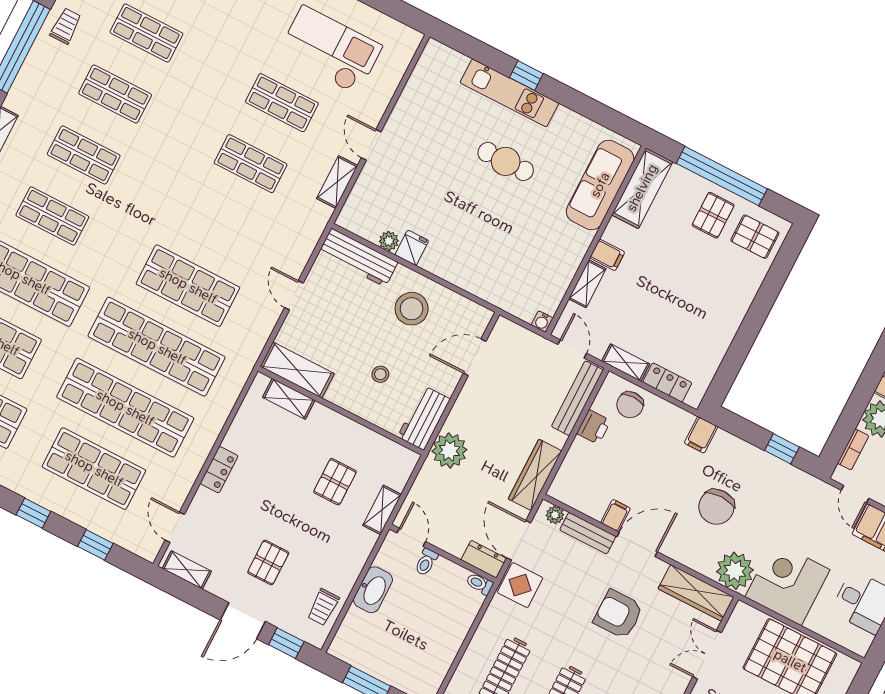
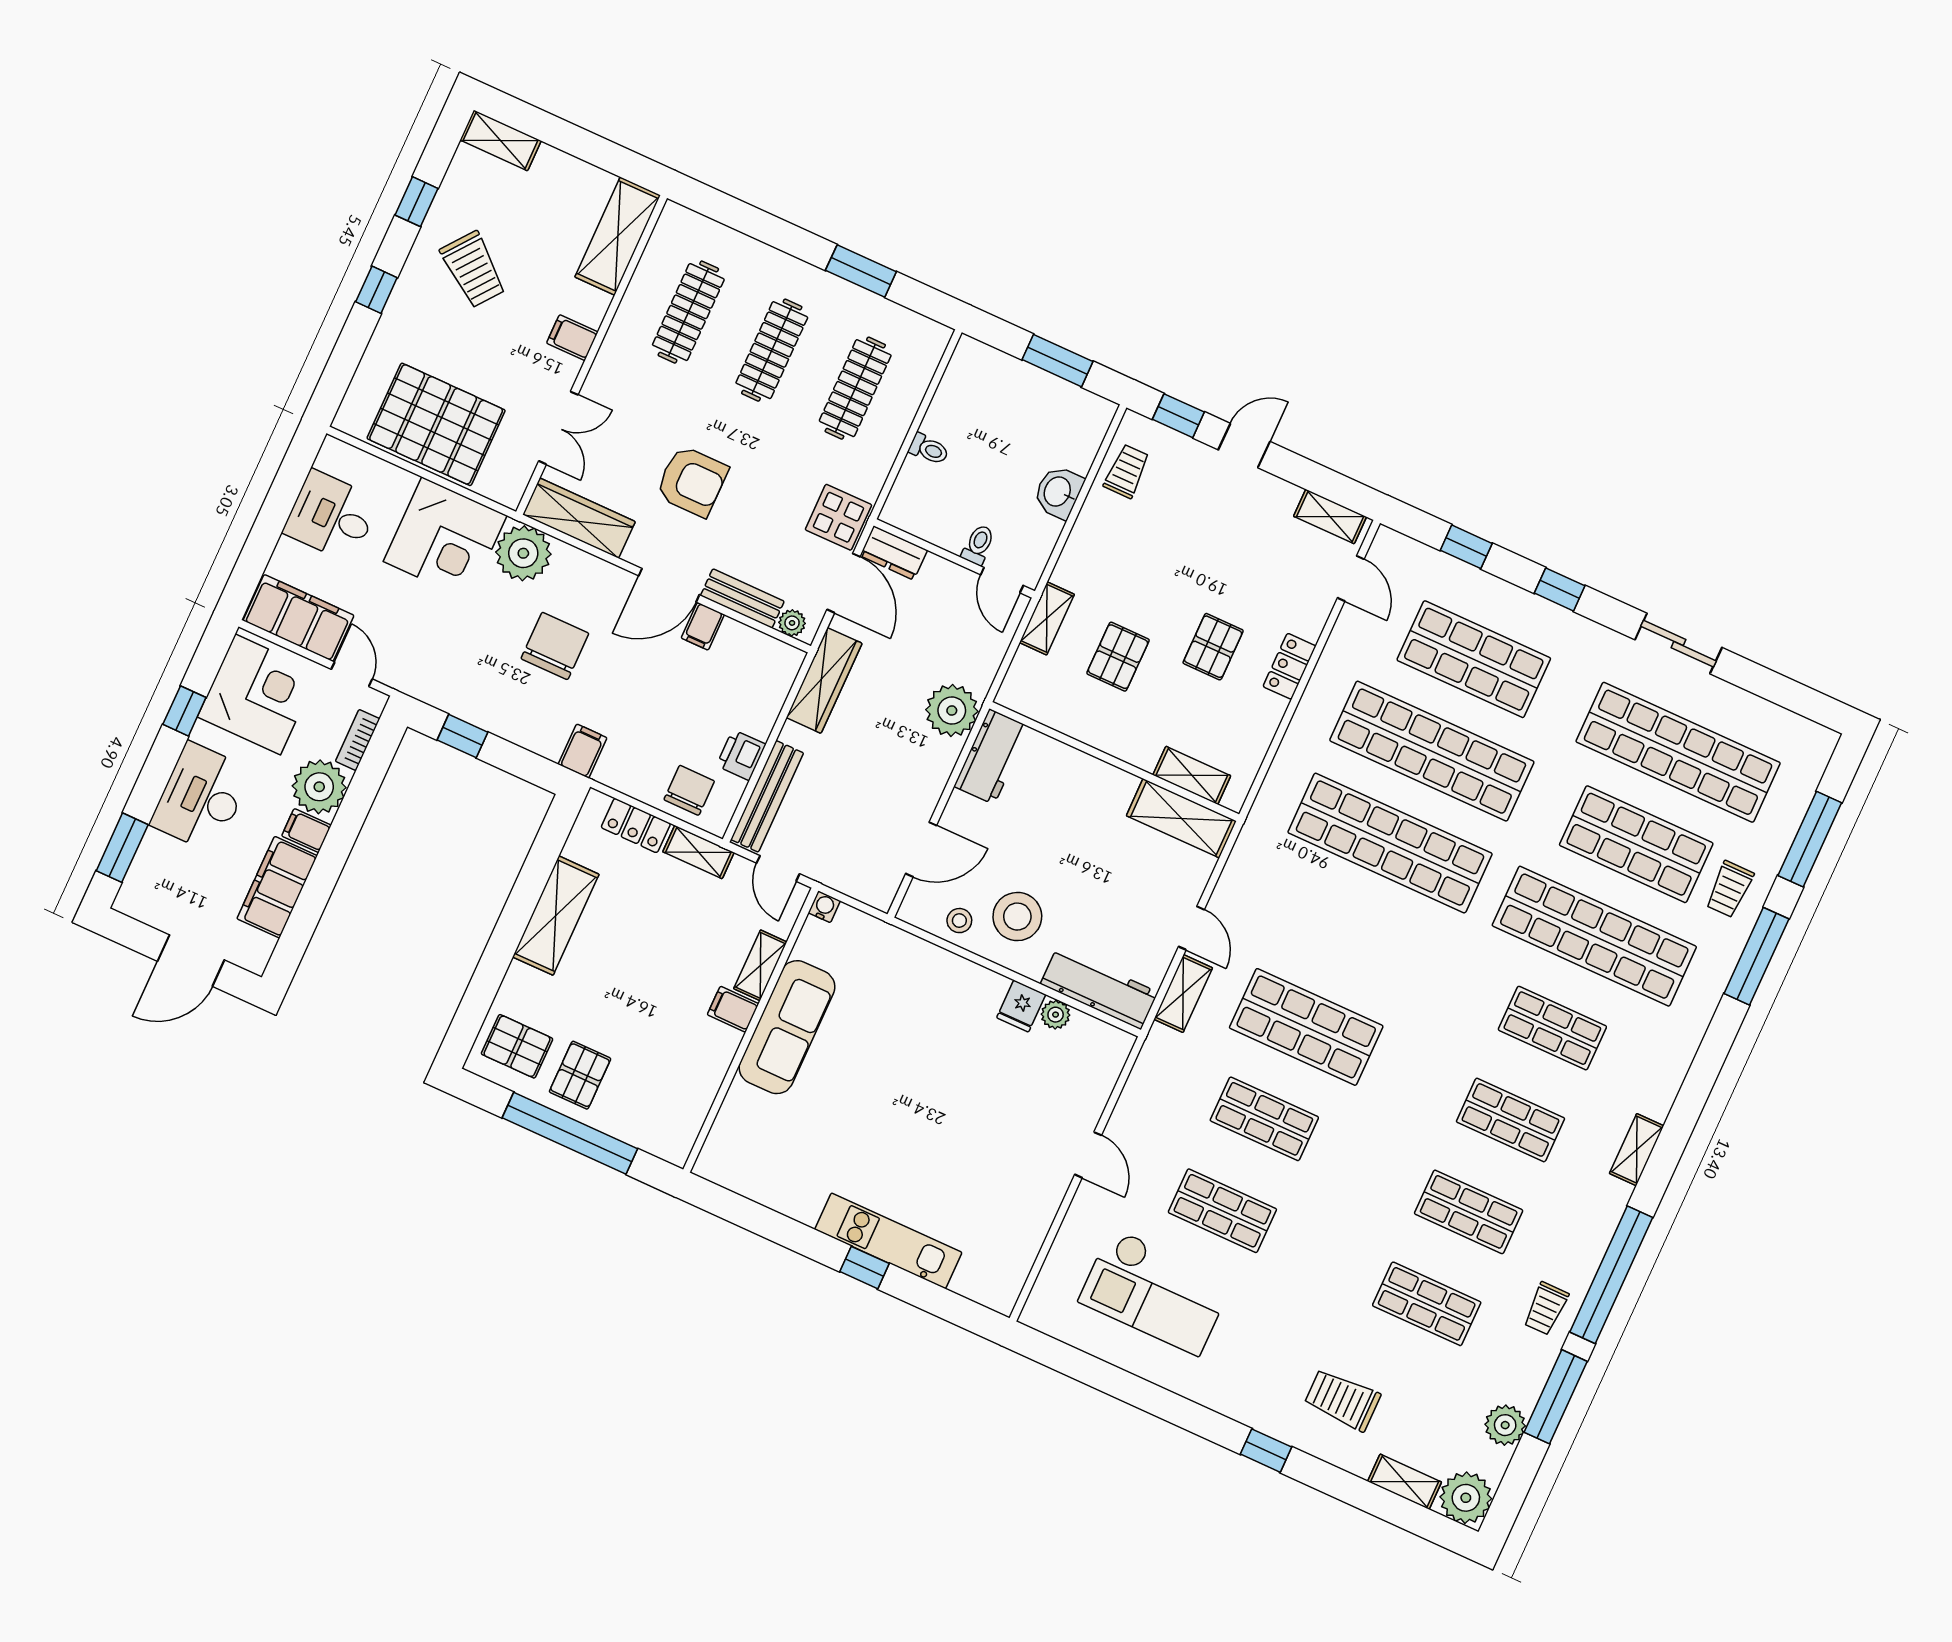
cafe table: (506, 161) -> (889, 1140), removed
shelving: (337, 182) -> (1183, 993), moved
sofa: (600, 185) -> (787, 1027), moved
shelving: (642, 188) -> (556, 916), moved
shop shelf: (188, 286) -> (1306, 1027), moved
stool: (380, 374) -> (959, 921), moved
pallet: (268, 562) -> (1213, 647), moved
toilet: (480, 584) -> (929, 449), moved
washbasin: (373, 590) -> (1058, 492), width x0.72
door: (243, 621) -> (1244, 446), width x0.73

